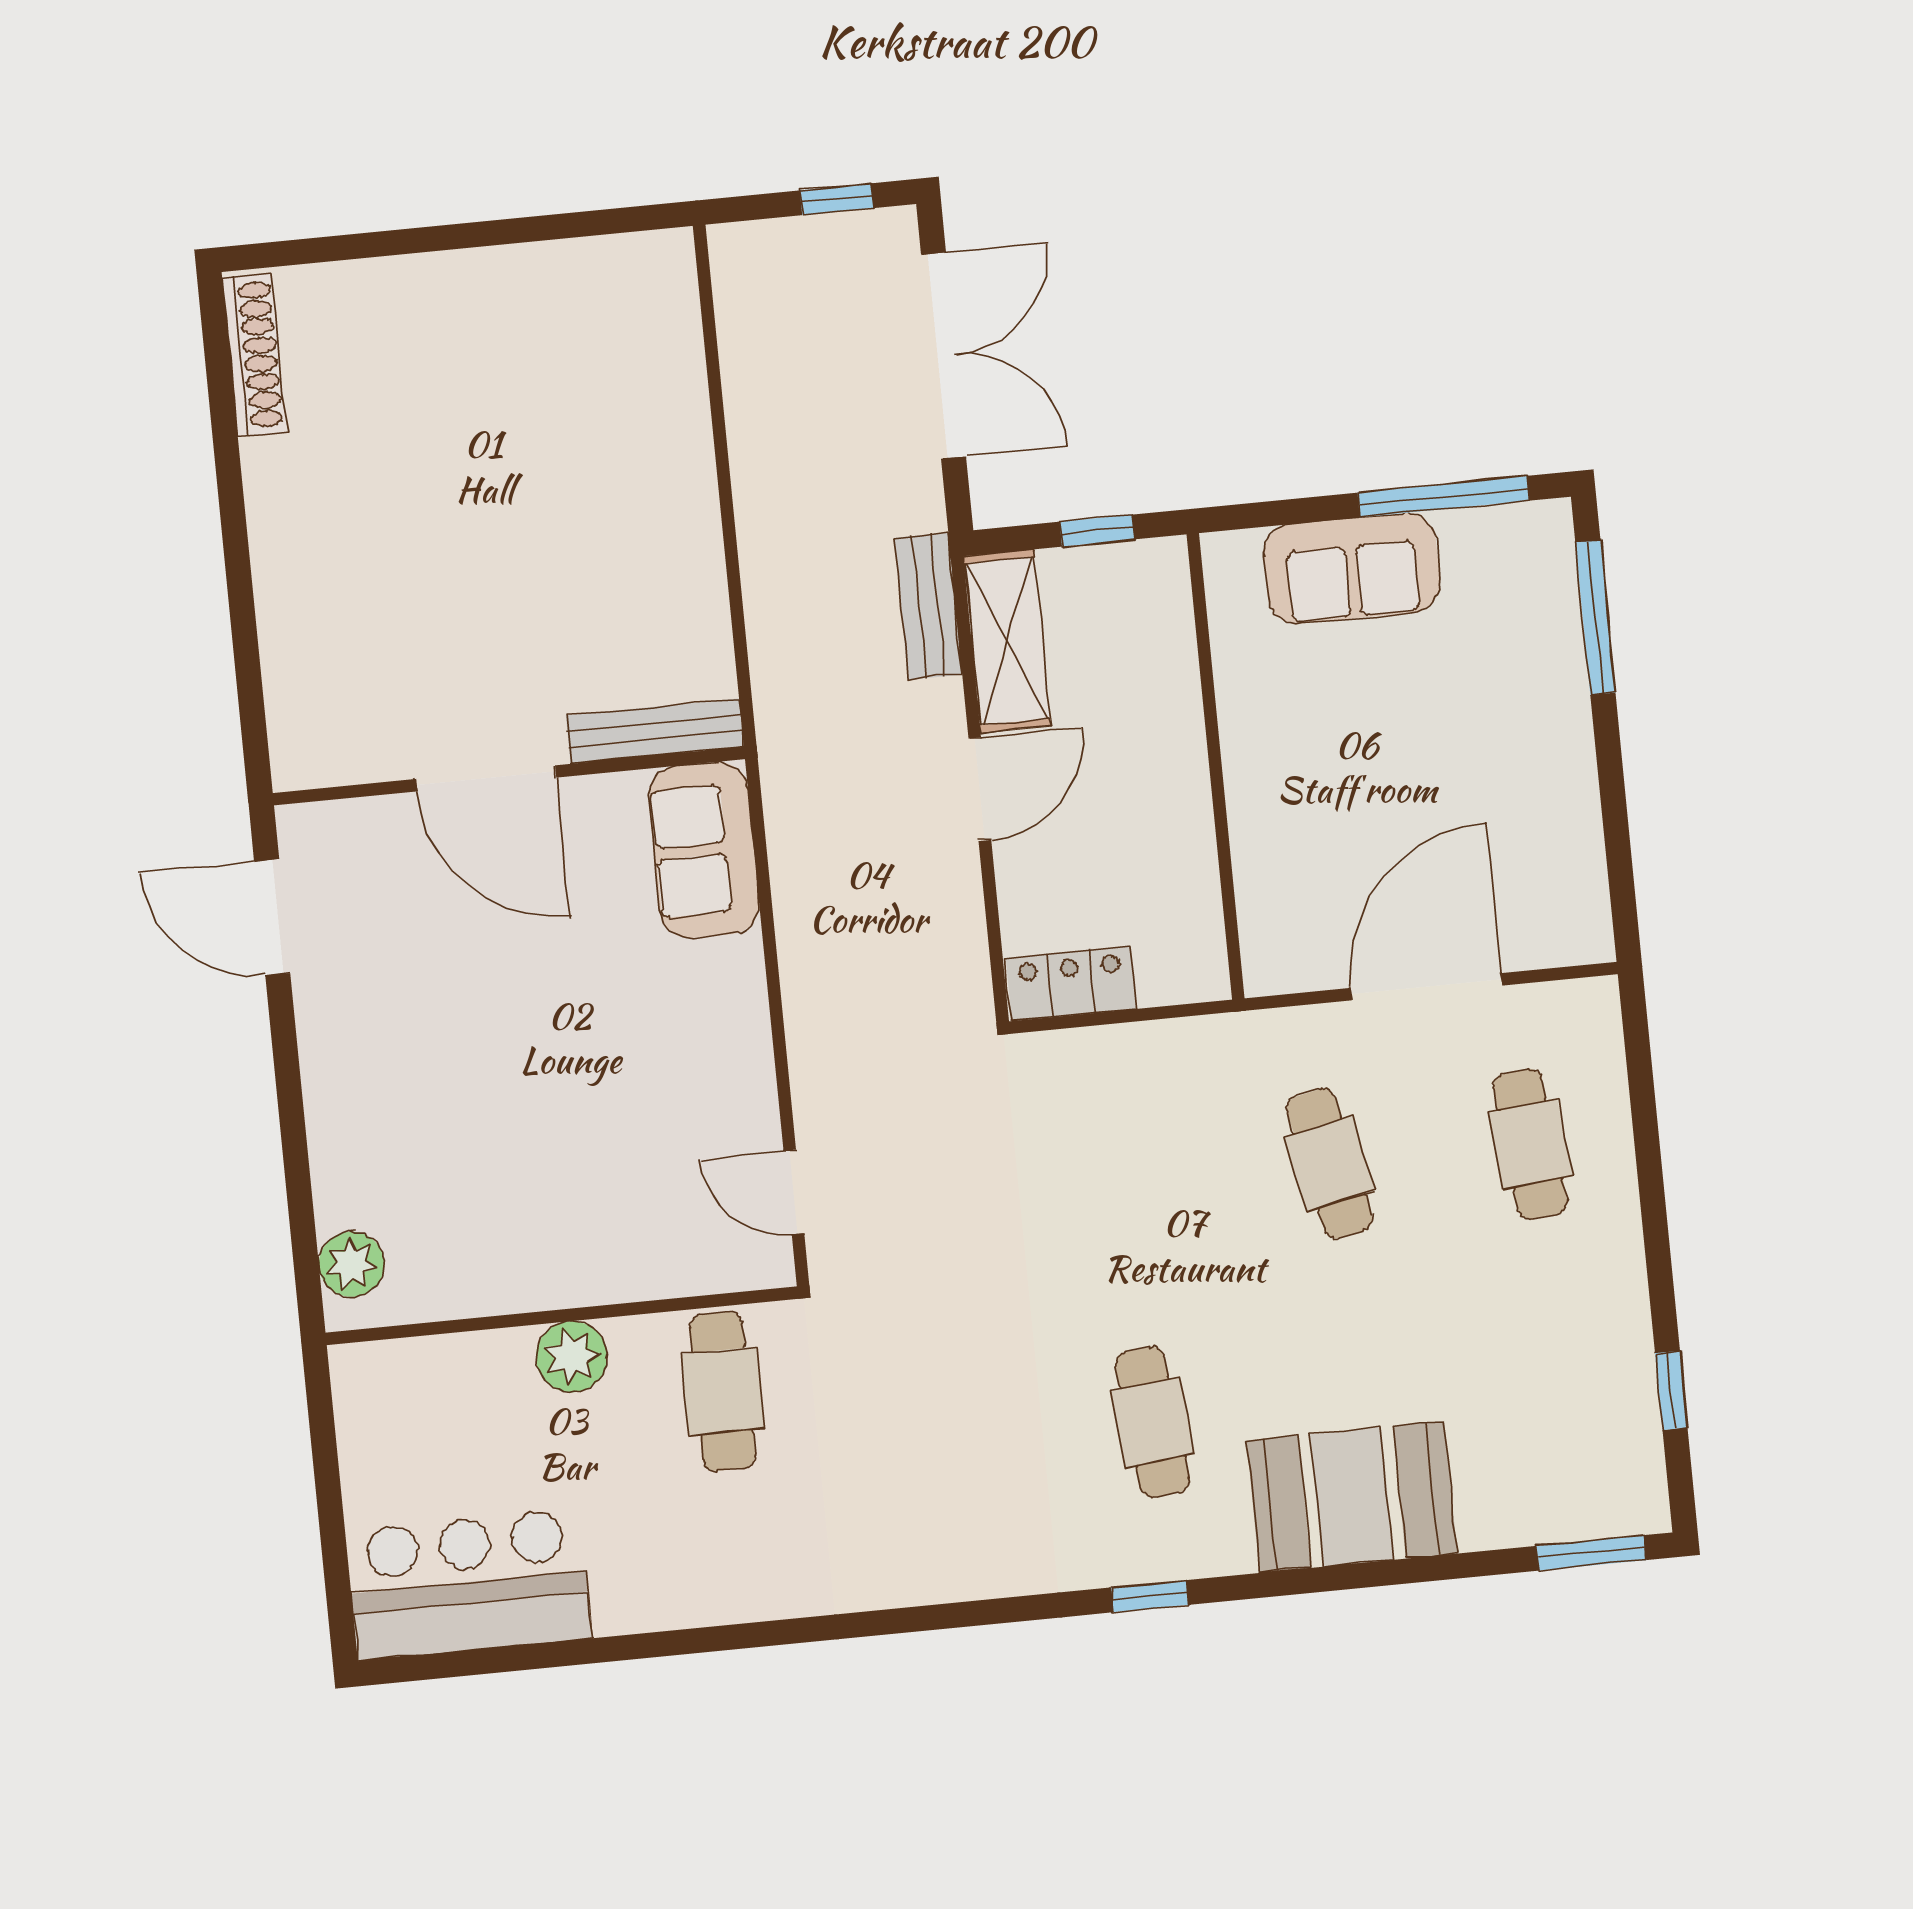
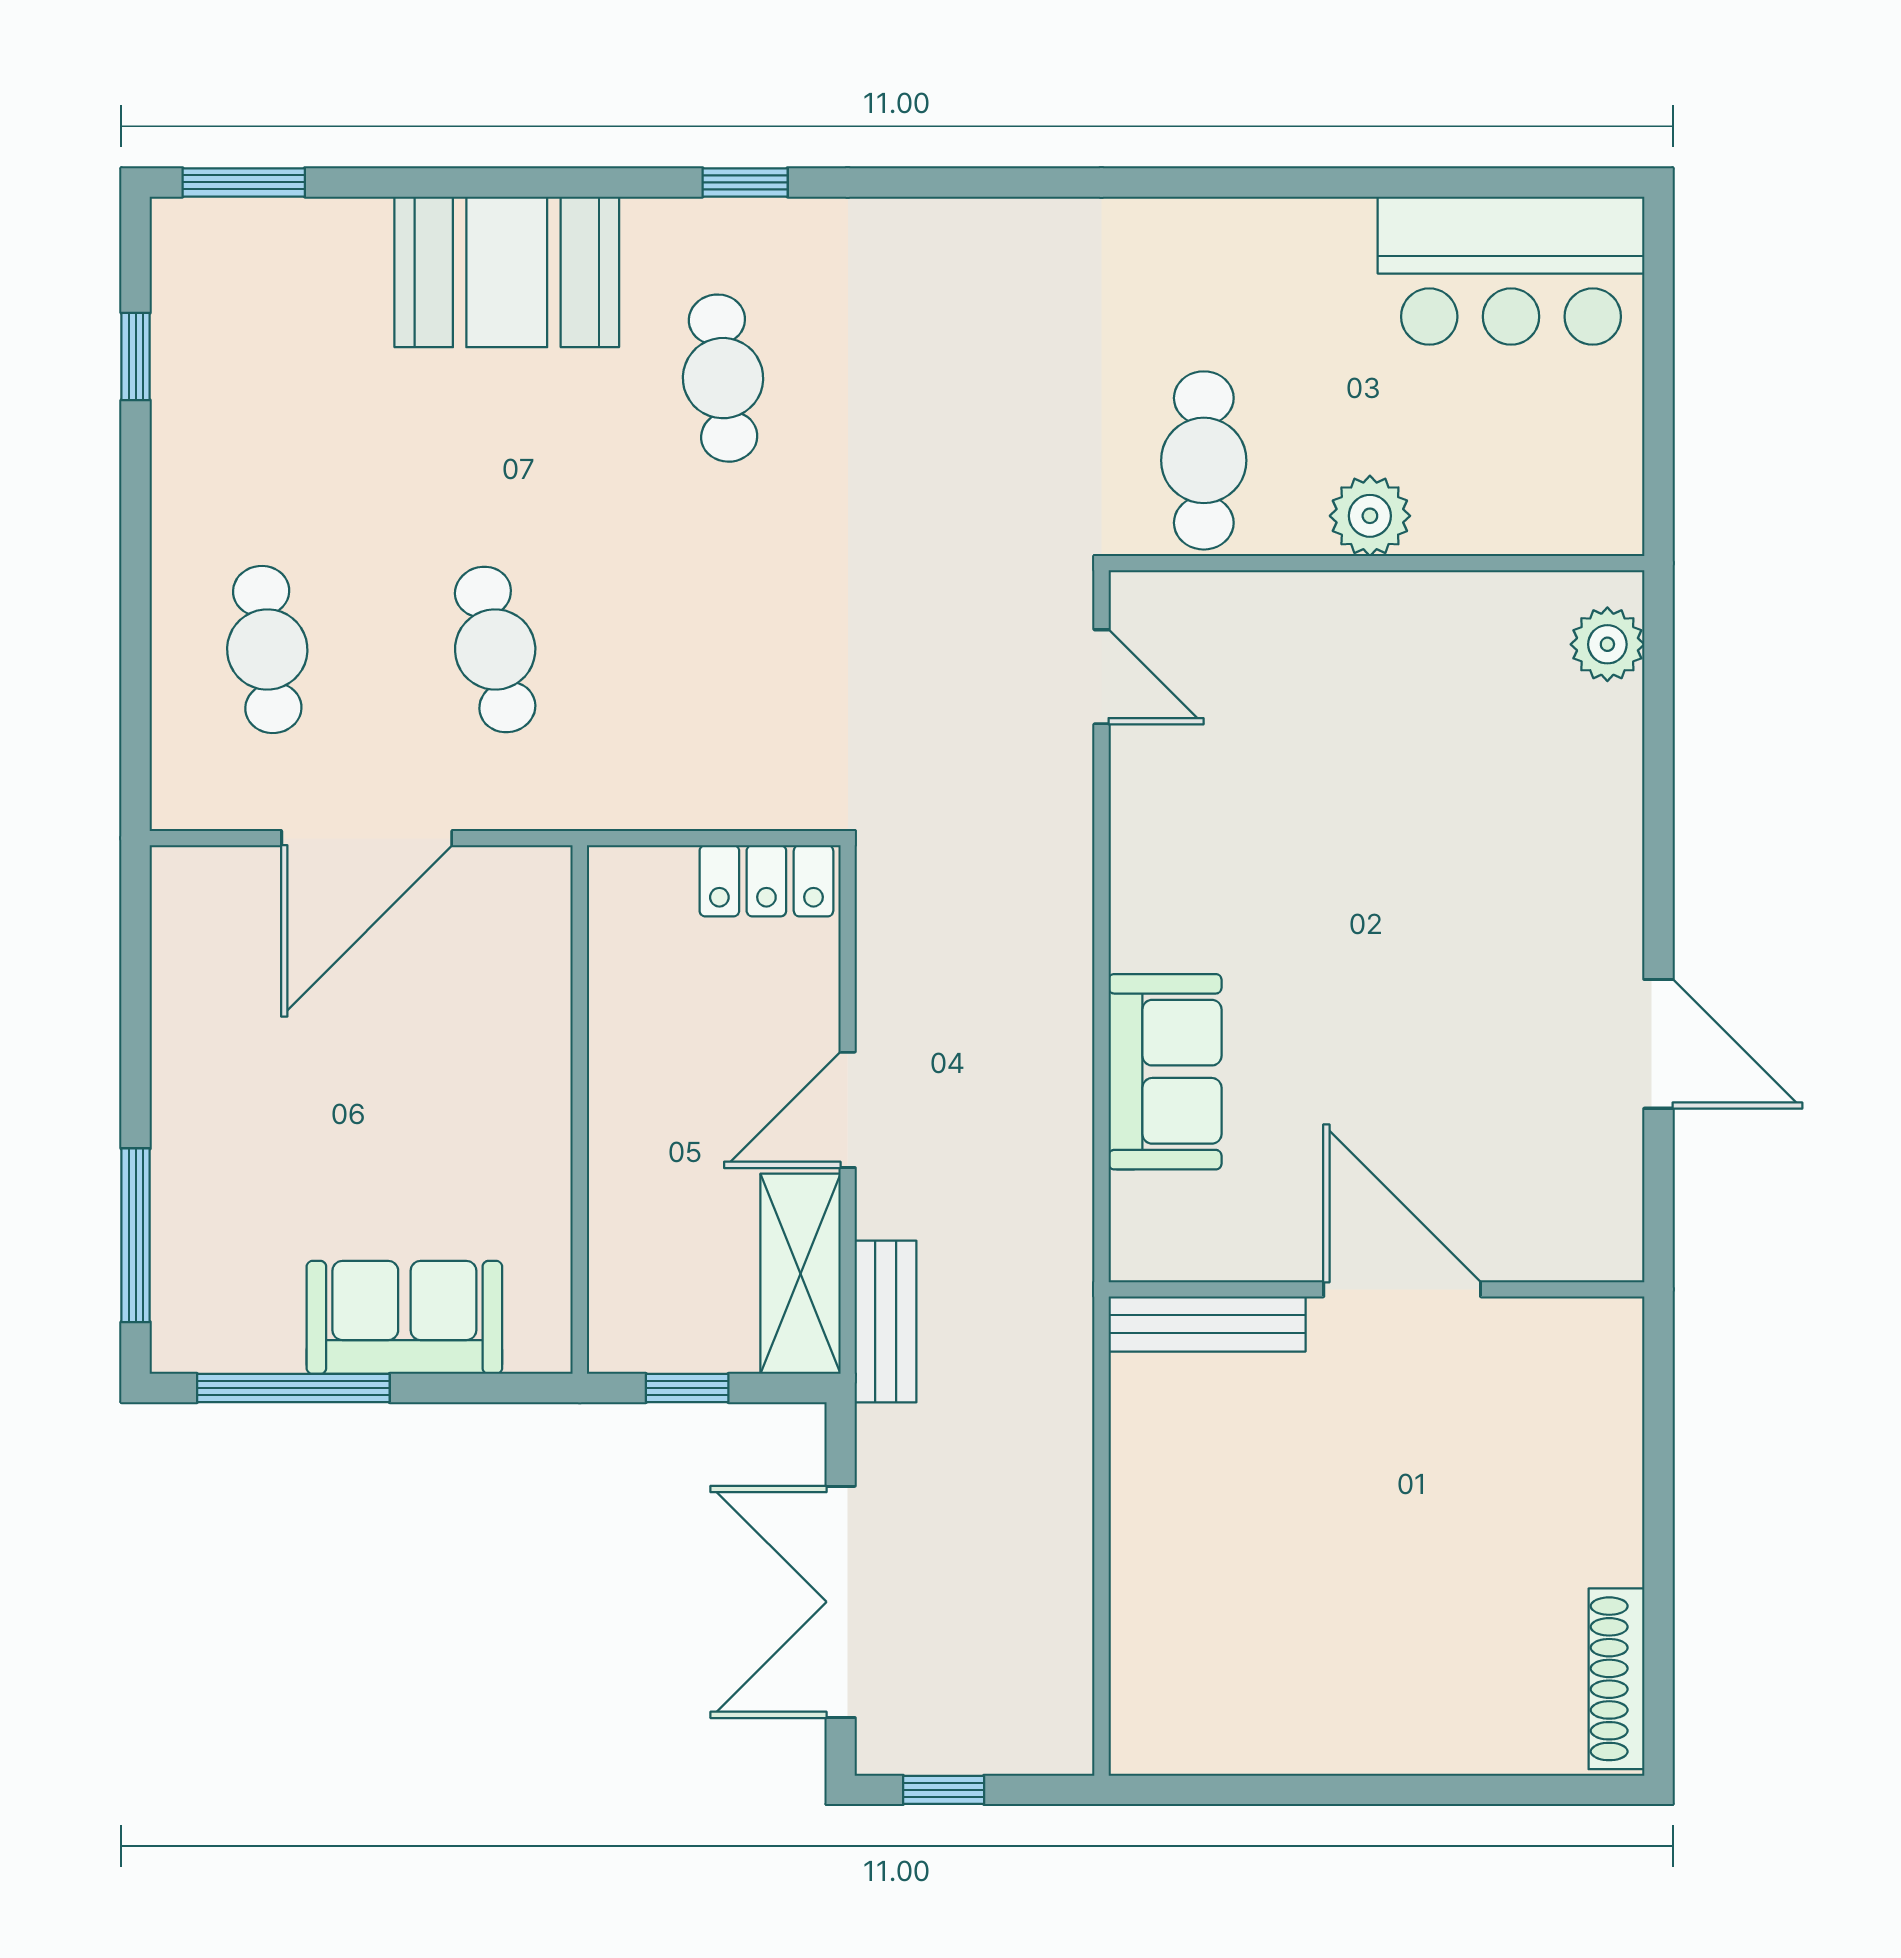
bench: (655, 731) -> (1207, 1324), moved
wall: (509, 776) -> (1376, 1289), moved
door: (486, 778) -> (1402, 1289), moved

